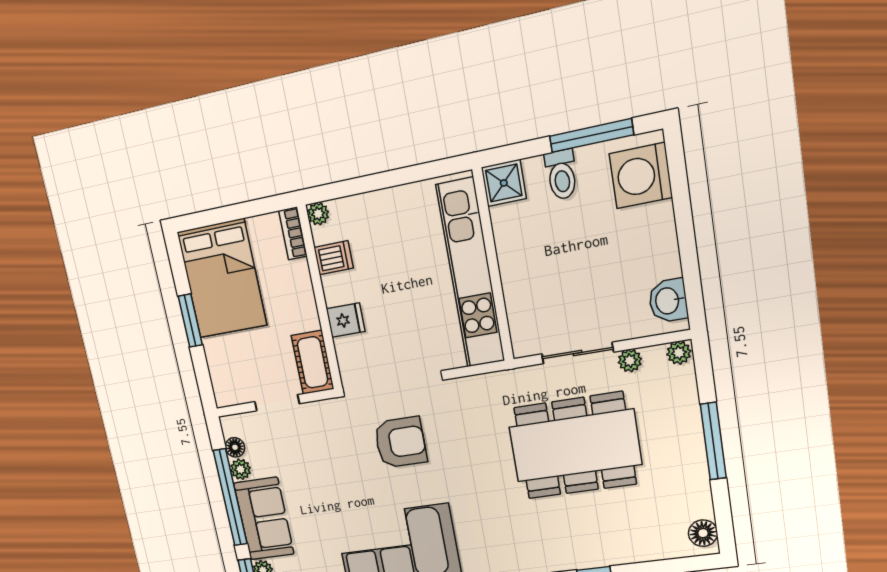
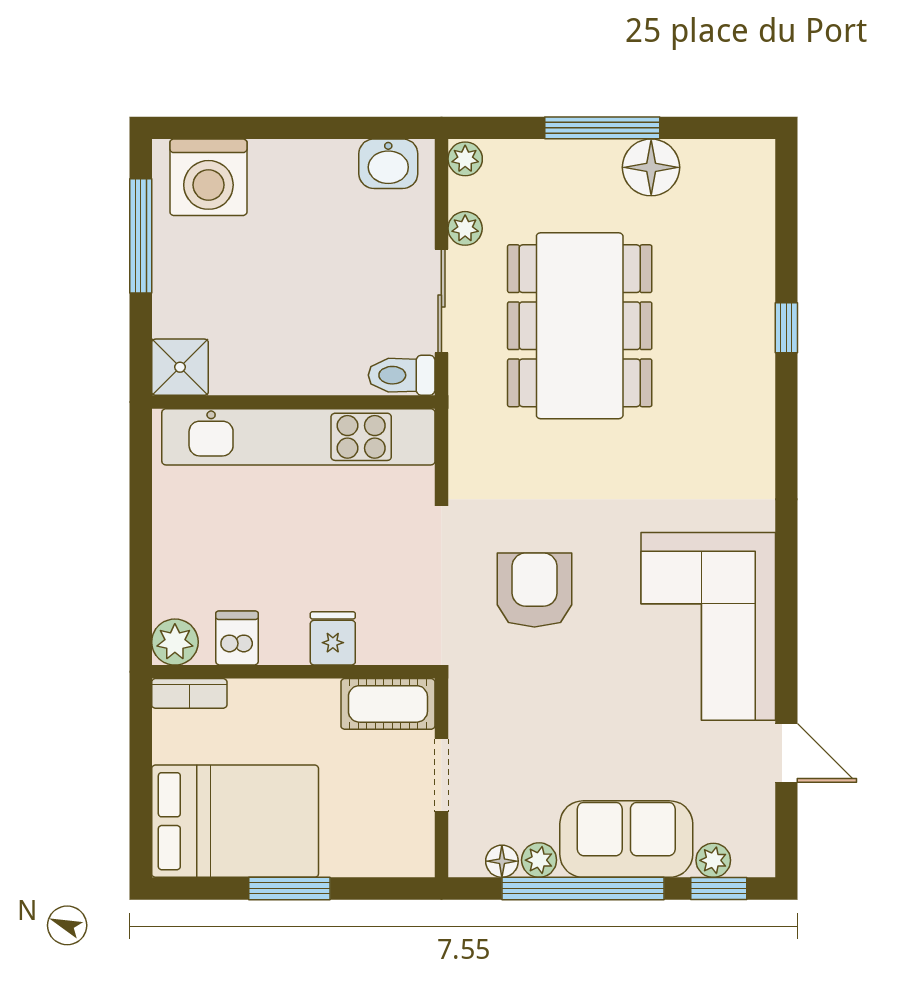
toilet: (561, 175) -> (402, 375), moved, turned 180
plant: (318, 214) -> (175, 642), width x1.38, depth x1.38
floor lamp: (703, 533) -> (651, 167), moved, width x1.38, depth x1.38

